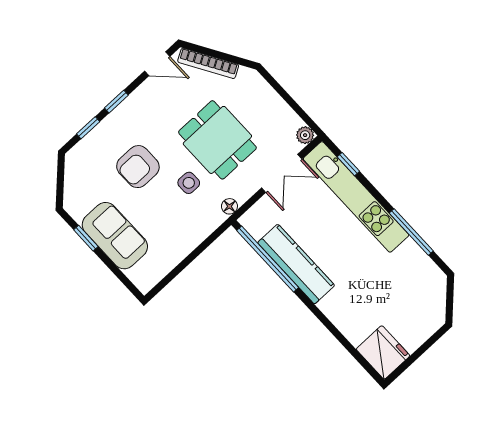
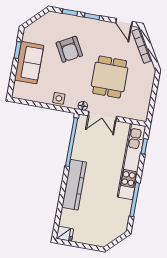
plant: (305, 135) -> (142, 116), removed
armchair: (138, 167) -> (69, 49), turned -119
double door: (282, 173) -> (102, 116), moved
side table: (189, 183) -> (59, 98), moved
kitchen counter: (296, 264) -> (74, 185), moved
fridge: (383, 352) -> (65, 234), width x0.53, depth x0.75

